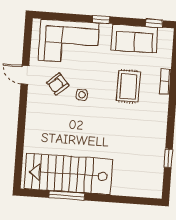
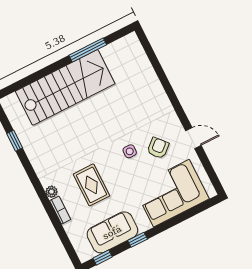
window: (101, 19) -> (138, 240), moved
plant: (163, 100) -> (51, 192), added
stairs: (68, 174) -> (65, 87), moved

